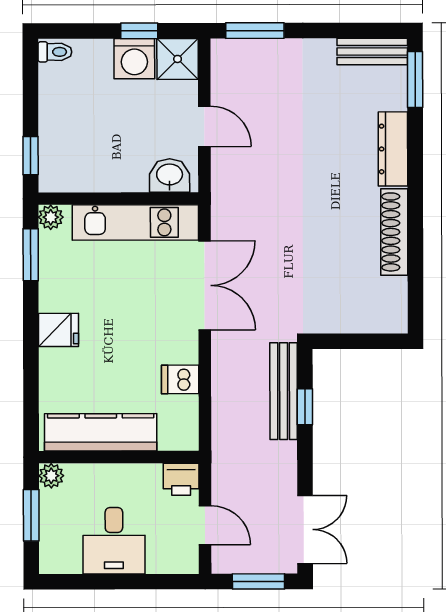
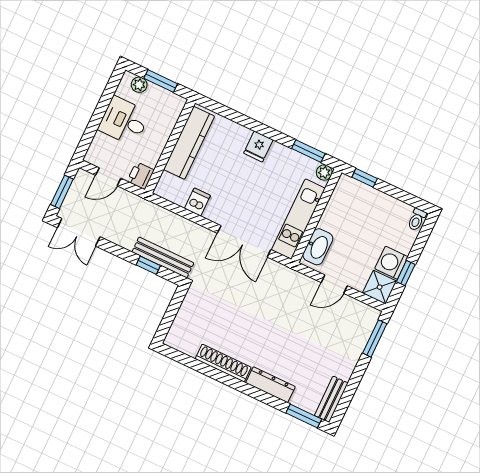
washbasin: (170, 175) -> (318, 247), width x1.38
plant: (51, 476) -> (139, 85), moved

